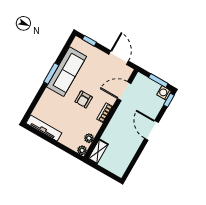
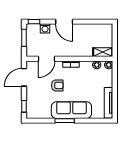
sofa: (67, 72) -> (71, 110), moved
door: (124, 91) -> (46, 59), hinge flipped
washing machine: (164, 93) -> (45, 28), moved
armchair: (84, 99) -> (57, 85), moved
door: (151, 130) -> (64, 22), hinge flipped

